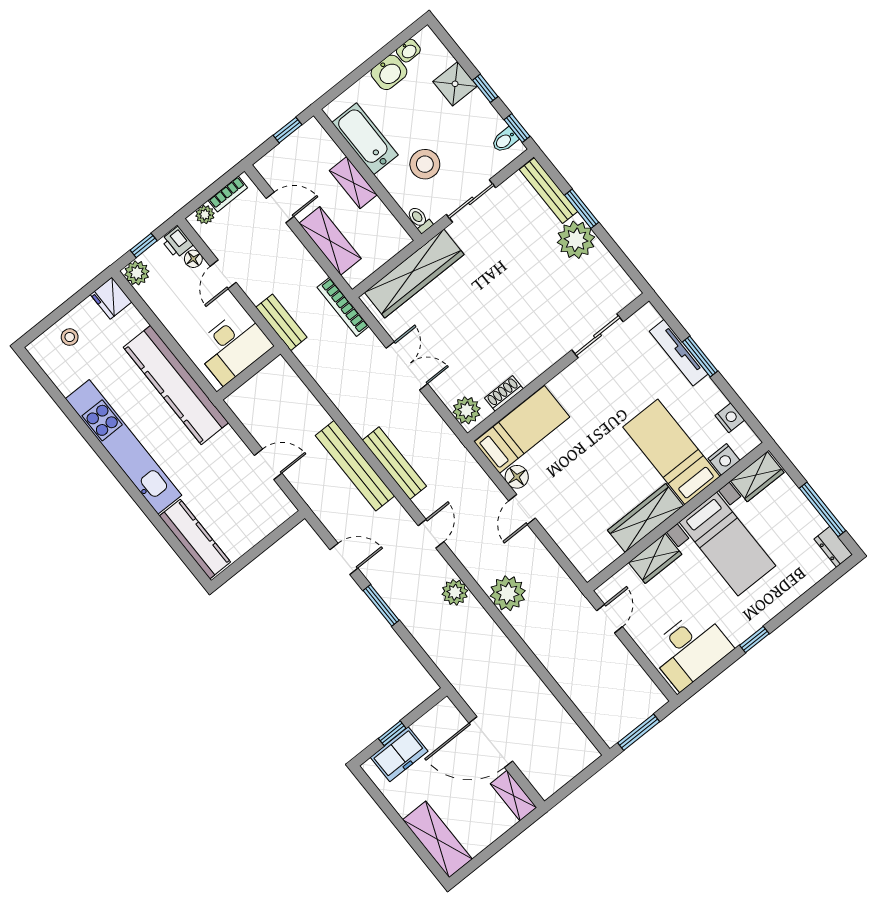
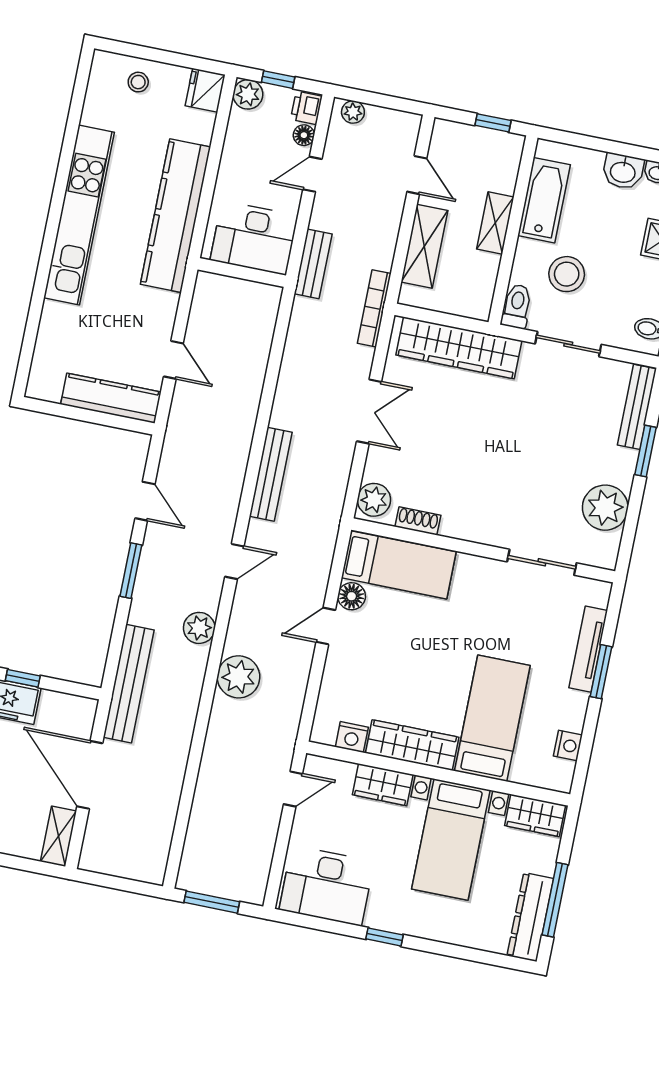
bookcase: (228, 194) -> (389, 117), removed
toilet: (419, 219) -> (517, 306), width x1.37, depth x1.39
plant: (576, 240) -> (605, 508), moved
nightstand: (724, 460) -> (352, 737), moved
bench: (355, 466) -> (129, 684), moved
kitchen counter: (195, 539) -> (111, 398), moved, turned -90
dresser: (833, 547) -> (530, 917), width x1.96, depth x1.24

